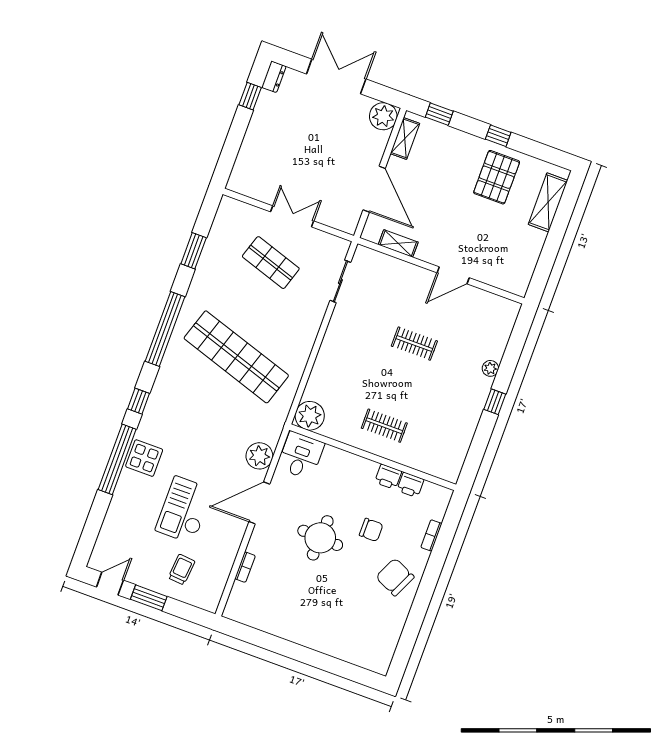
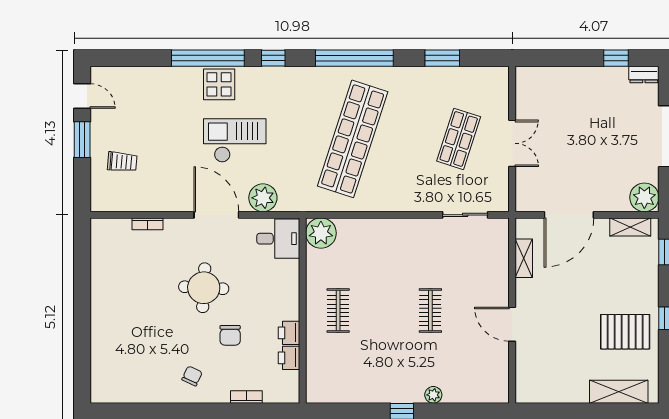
checkout: (184, 510) -> (235, 140), moved
chair: (395, 577) -> (192, 376), width x0.54, depth x0.54

